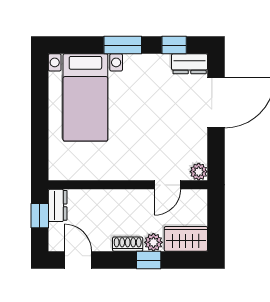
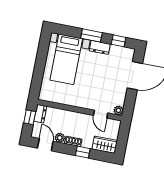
dresser: (190, 64) -> (100, 47), moved
door: (167, 185) -> (101, 114), hinge flipped
plant: (153, 242) -> (60, 138), moved

